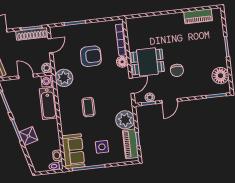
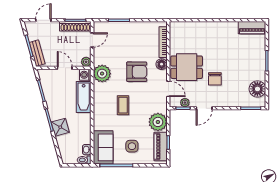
piano: (198, 16) -> (252, 28), moved
armchair: (91, 56) -> (137, 72), moved
door: (132, 86) -> (168, 89), hinge flipped

